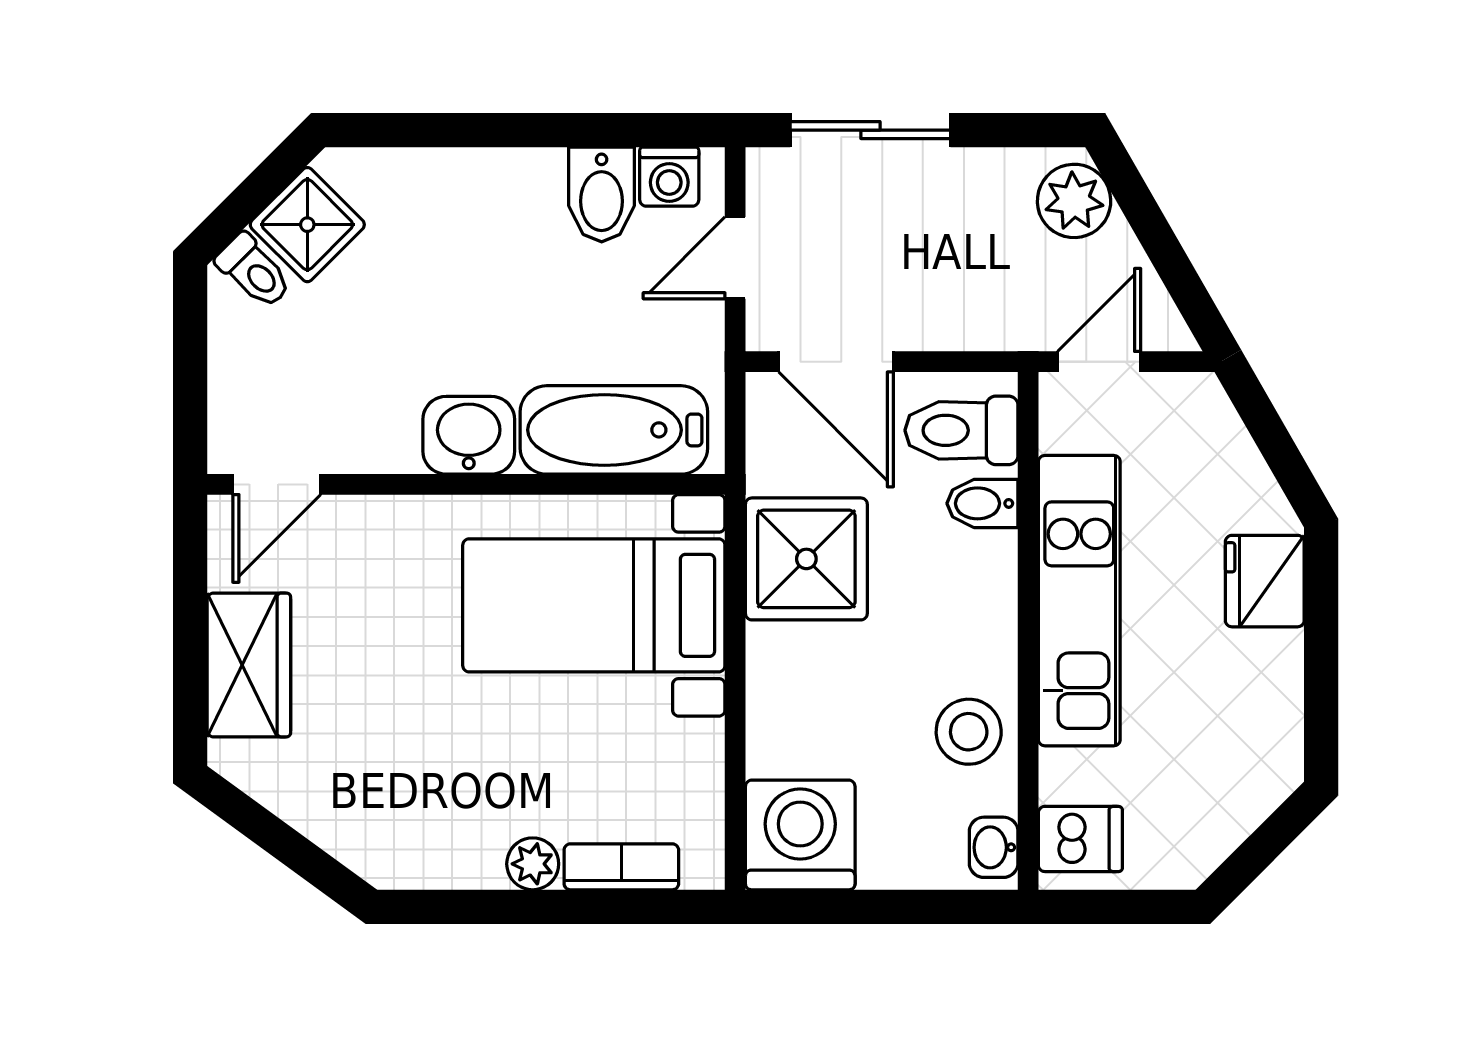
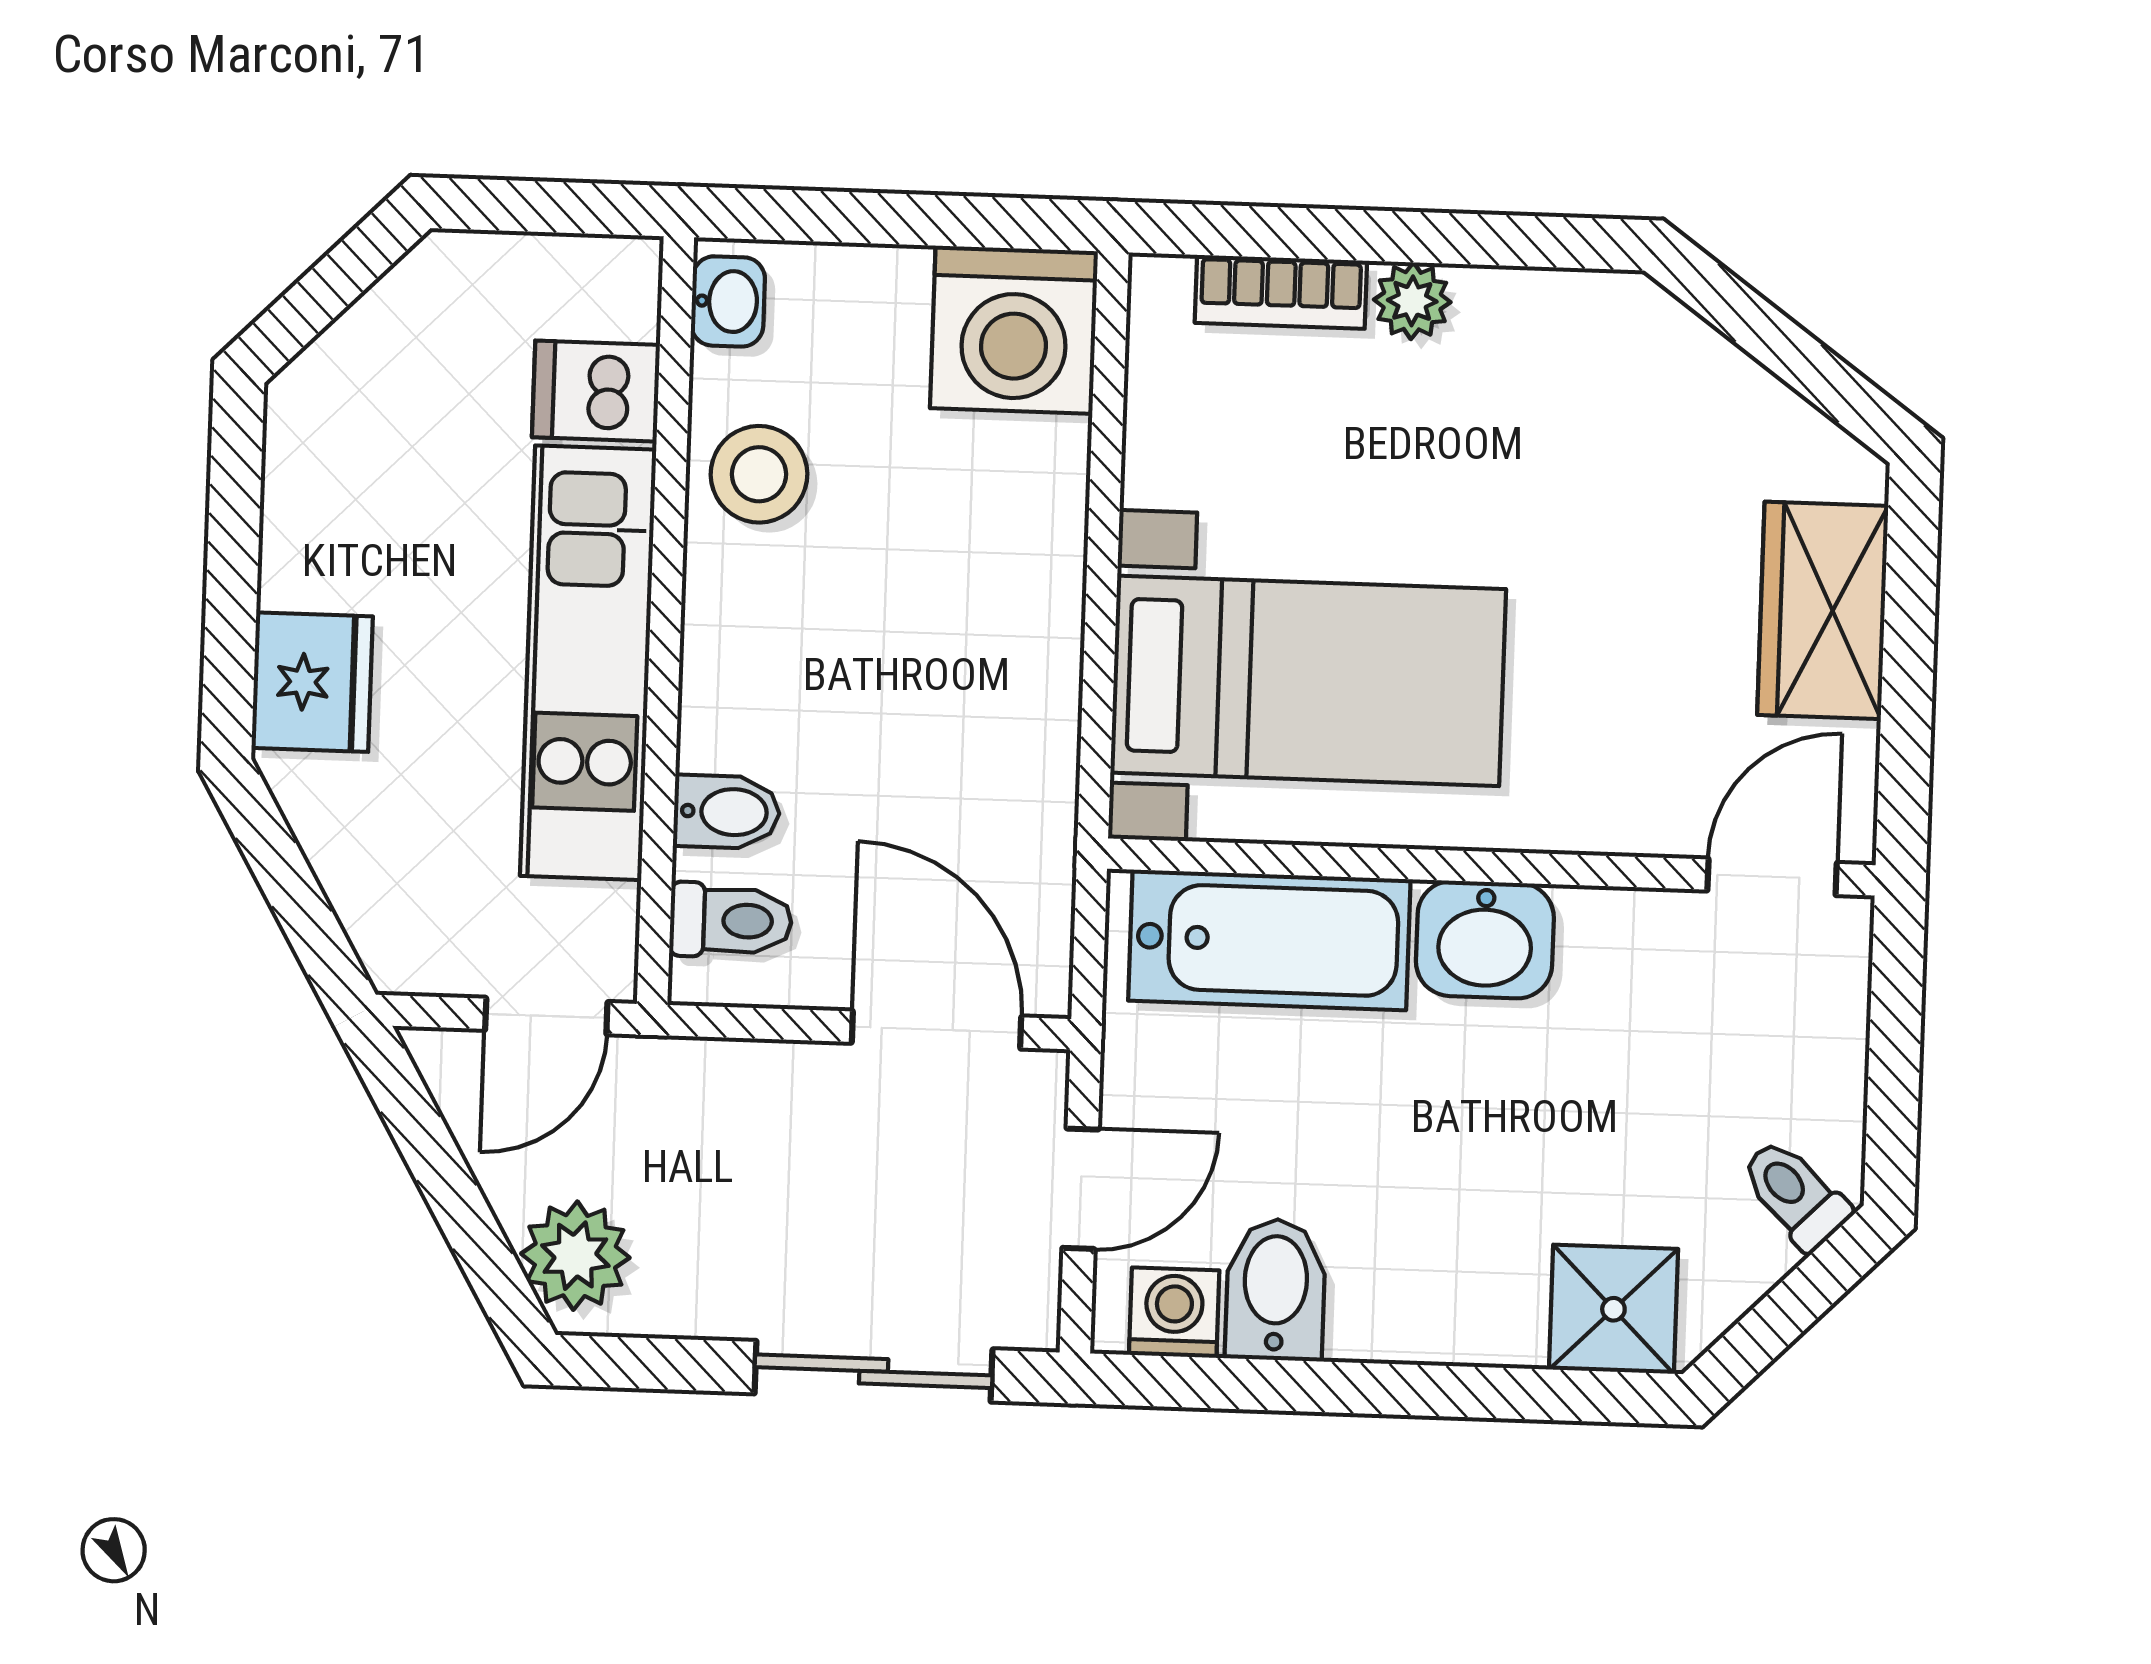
shower: (307, 225) -> (1613, 1309), moved, turned 45
toilet: (961, 430) -> (731, 920), width x0.73, depth x0.72
shower: (806, 559) -> (991, 739), removed
dishwasher: (1080, 839) -> (596, 391), moved

